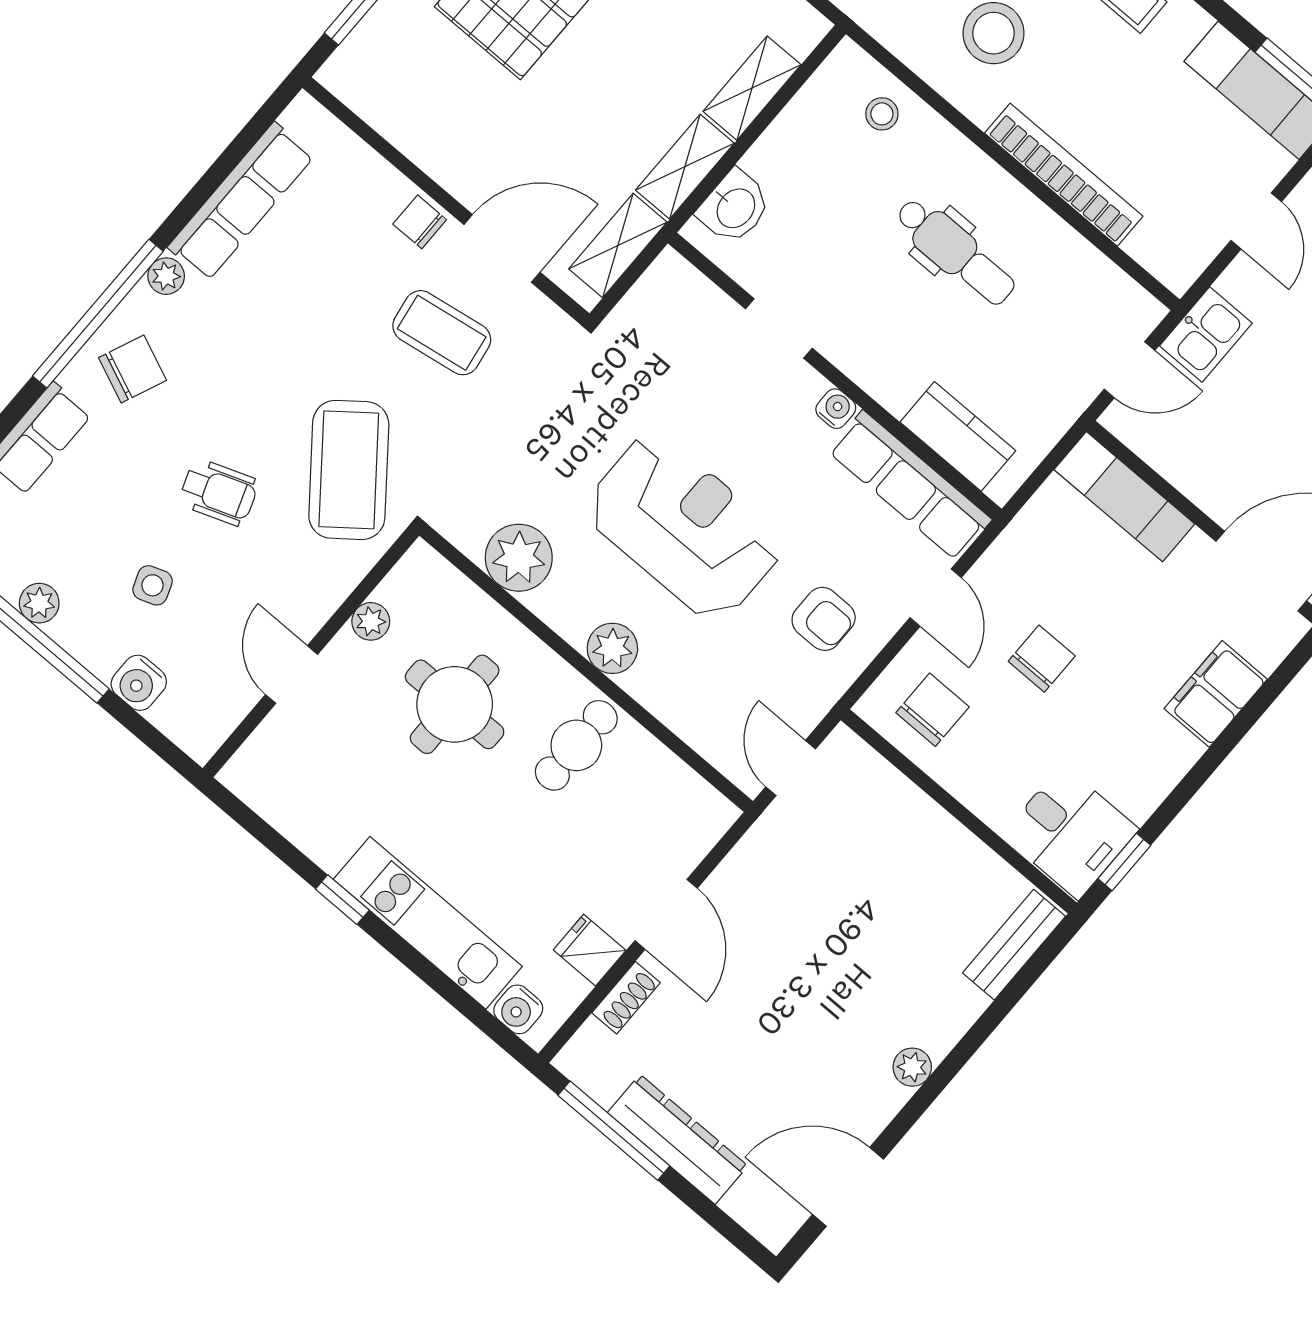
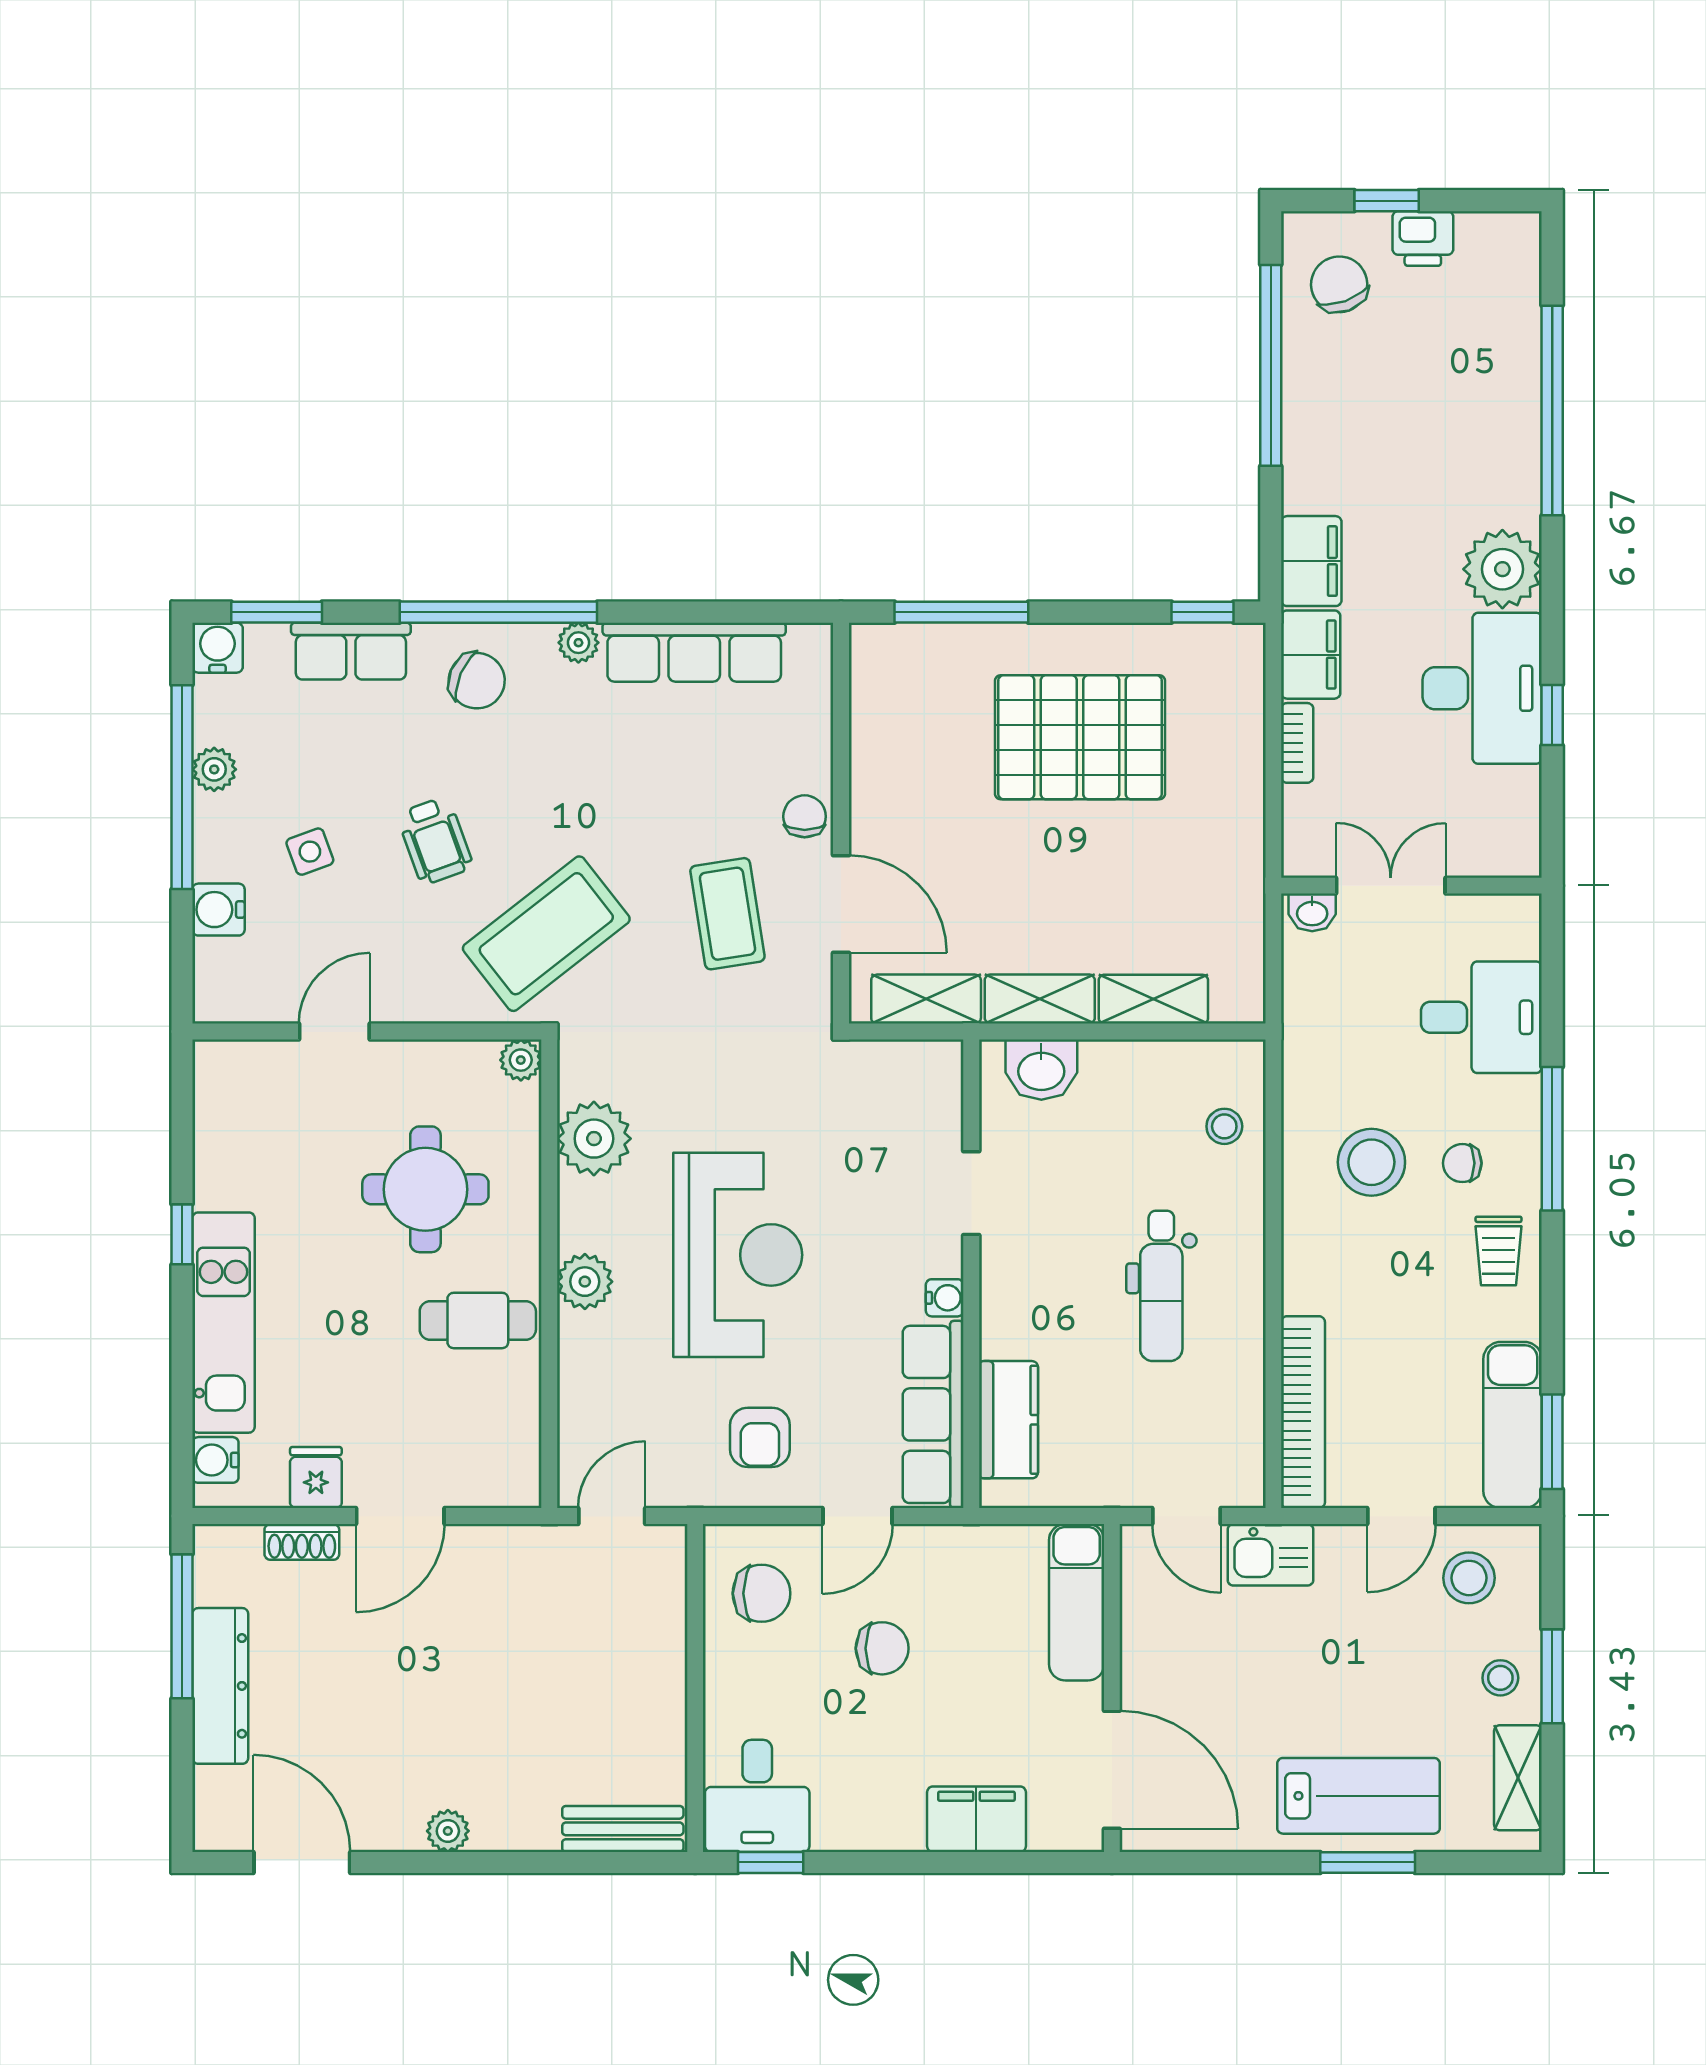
bookcase: (1064, 175) -> (1303, 1412), moved
plant: (371, 621) -> (521, 1060), moved

